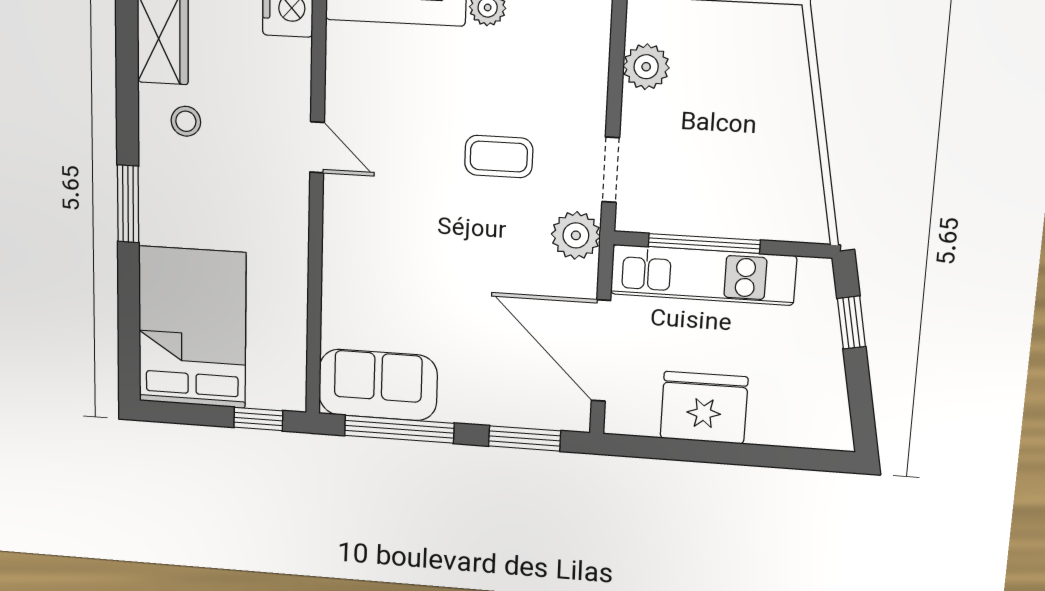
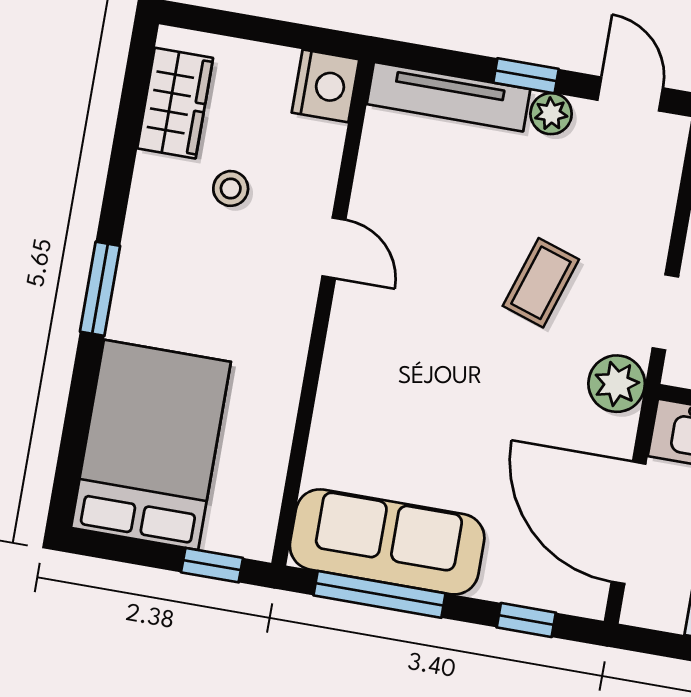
stool: (186, 121) -> (231, 188), moved
coffee table: (499, 156) -> (541, 283), turned -72
sofa: (378, 385) -> (387, 542), width x1.36
window: (525, 438) -> (526, 620), width x0.67

